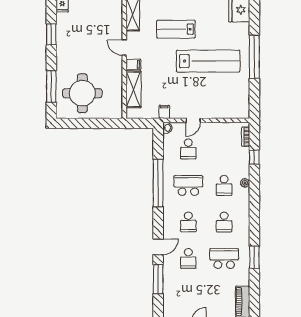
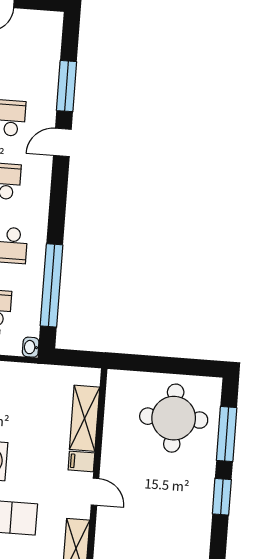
window: (51, 34) -> (222, 497), moved
filing cabinet: (164, 112) -> (34, 375), removed
window: (158, 183) -> (52, 285), moved

